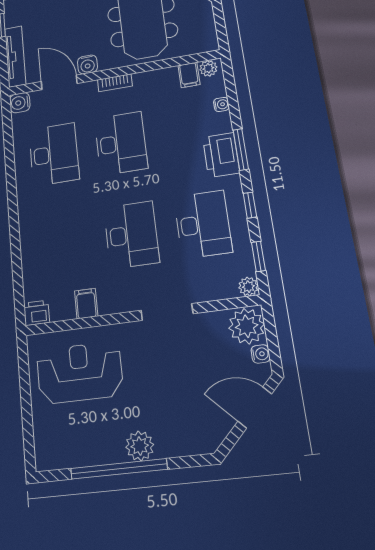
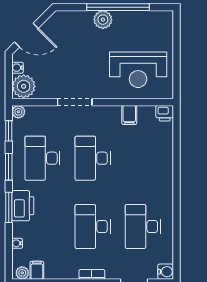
window: (250, 205) -> (9, 167), width x1.50

